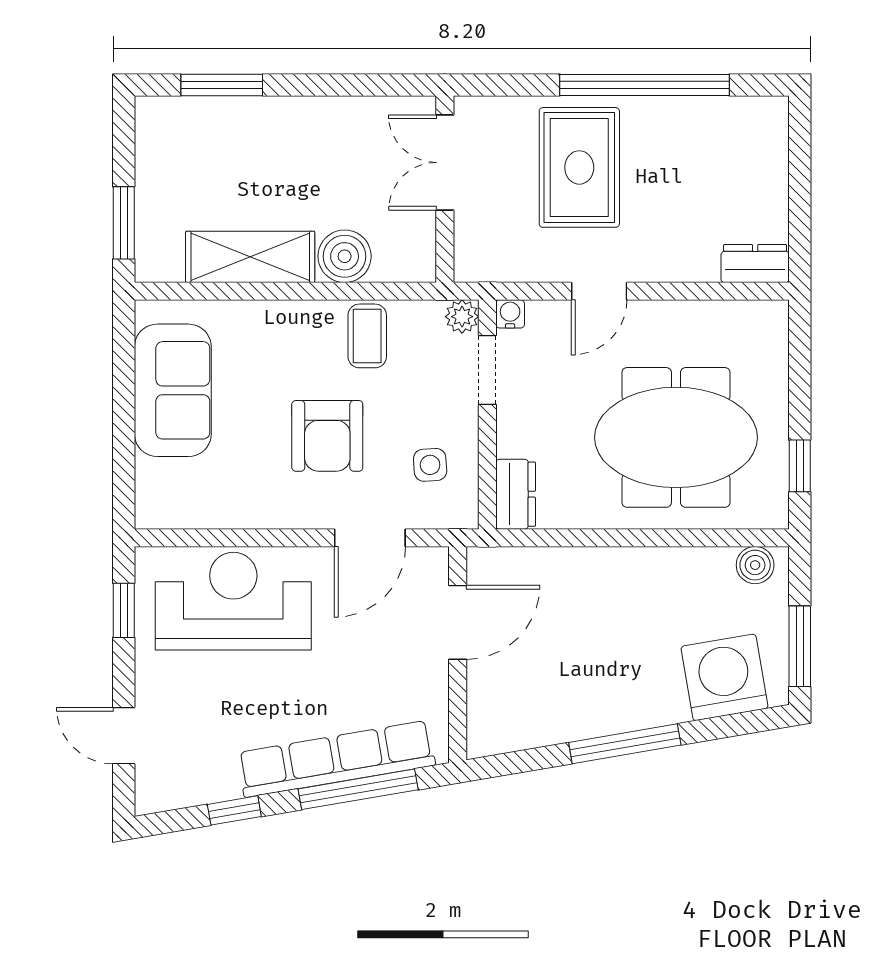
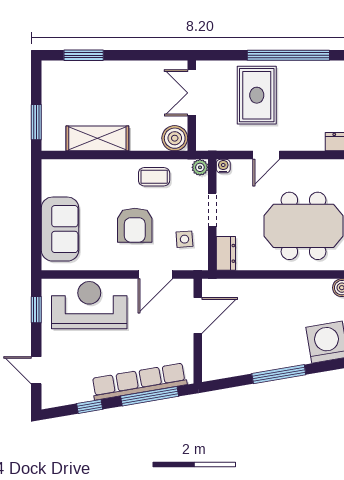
boiler: (345, 256) -> (175, 138), moved
coffee table: (367, 336) -> (154, 177), turned 90
doorway: (487, 370) -> (212, 210), moved
sofa: (173, 390) -> (60, 229), moved

